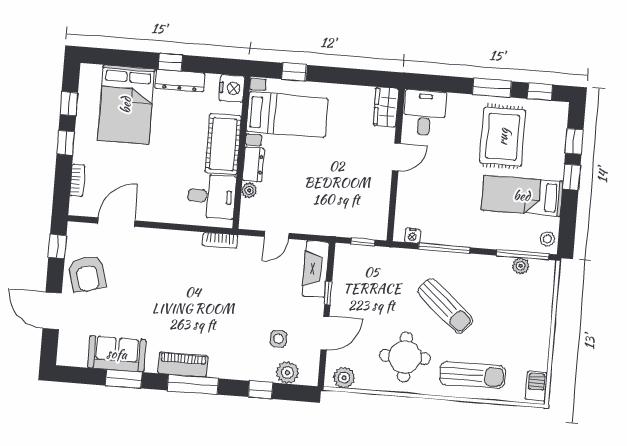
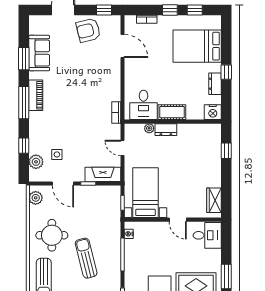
dresser: (180, 81) -> (215, 84), width x0.70
wardrobe: (386, 107) -> (214, 200), moved, turned -90
bed with nightstands: (287, 115) -> (146, 193), moved, turned 180
cot: (223, 144) -> (172, 112), width x0.73, depth x0.75
sun lounger: (445, 306) -> (86, 258), turned 125

